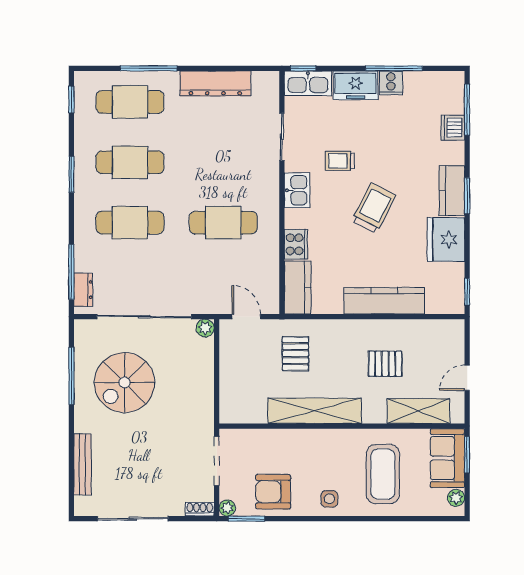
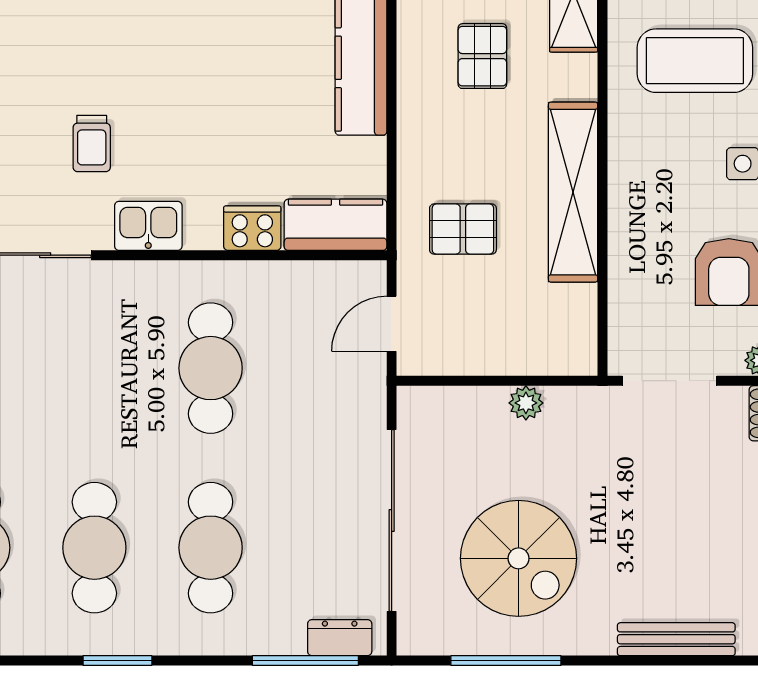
trolley: (374, 208) -> (183, 78), removed
plant: (205, 328) -> (526, 403), moved

